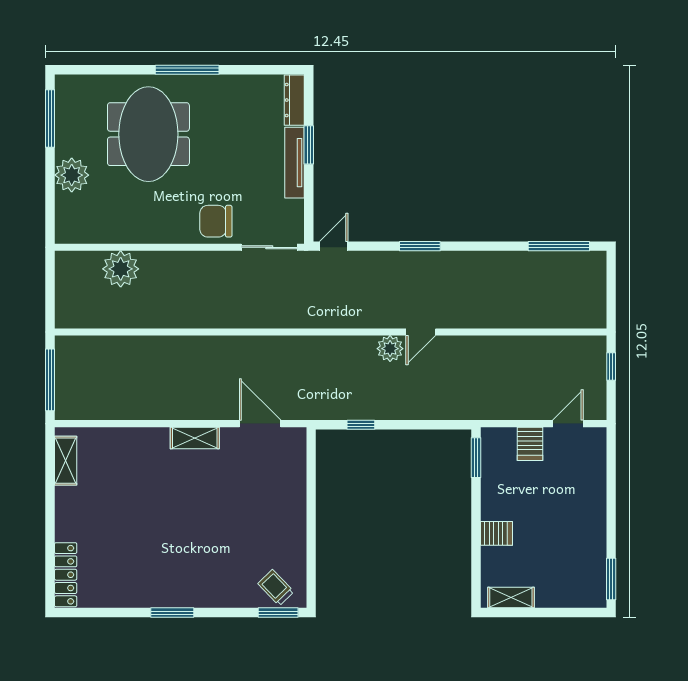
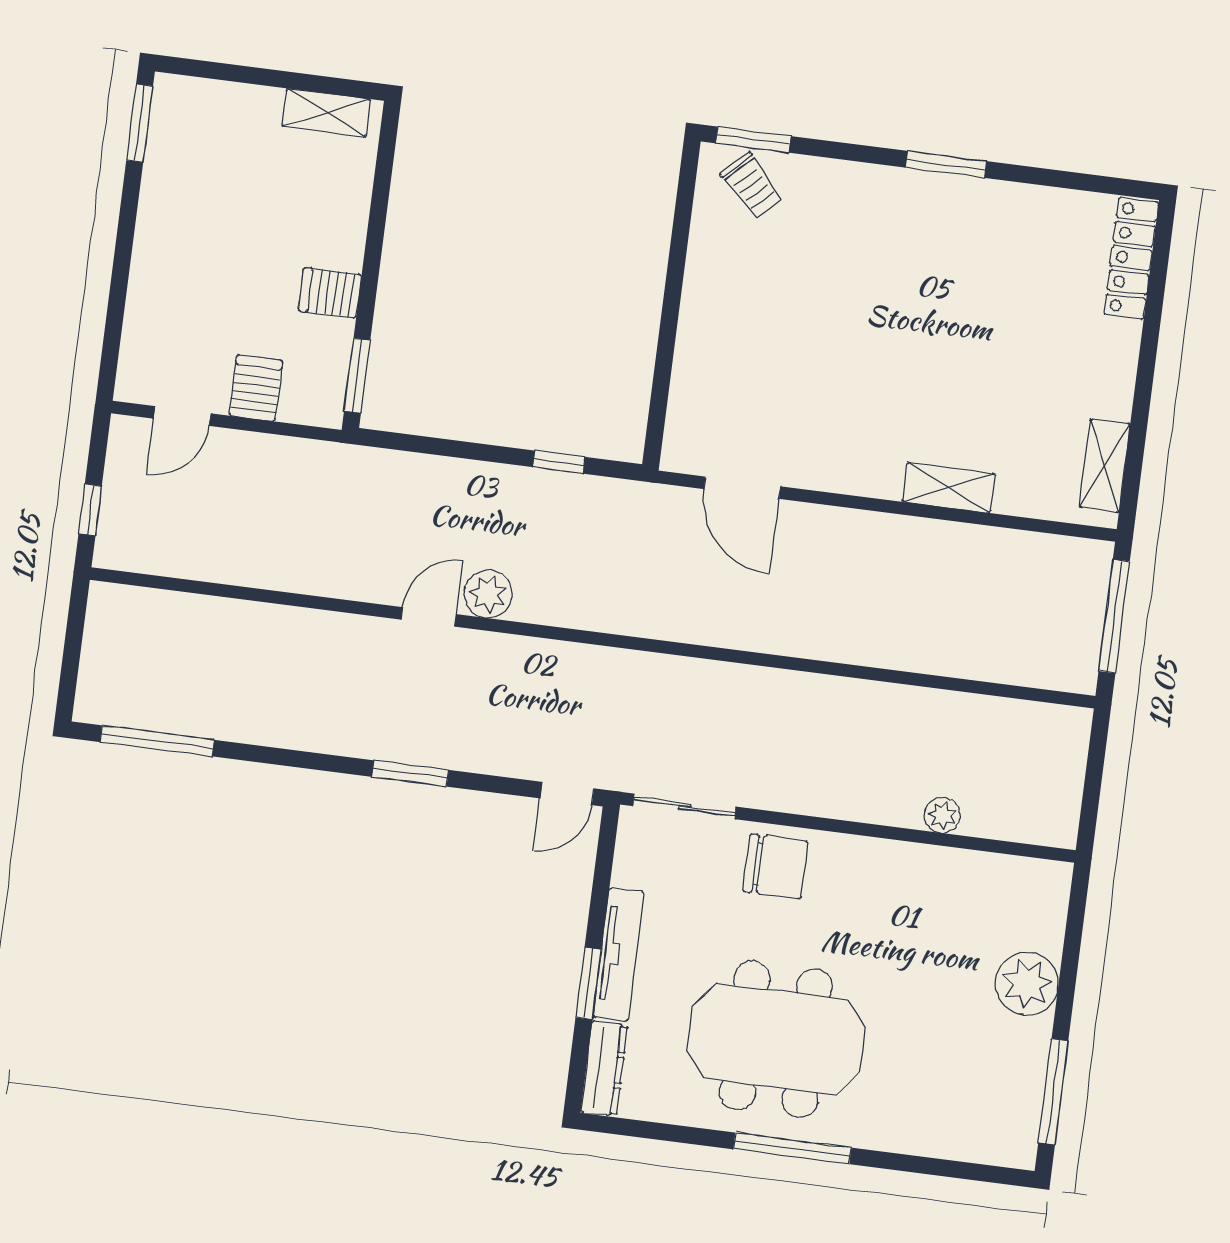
meeting table: (148, 134) -> (776, 1039), moved, turned 90
plant: (121, 269) -> (942, 815), width x0.53, depth x0.53
shelving: (195, 438) -> (949, 488), moved
server rack: (497, 533) -> (330, 293), moved

